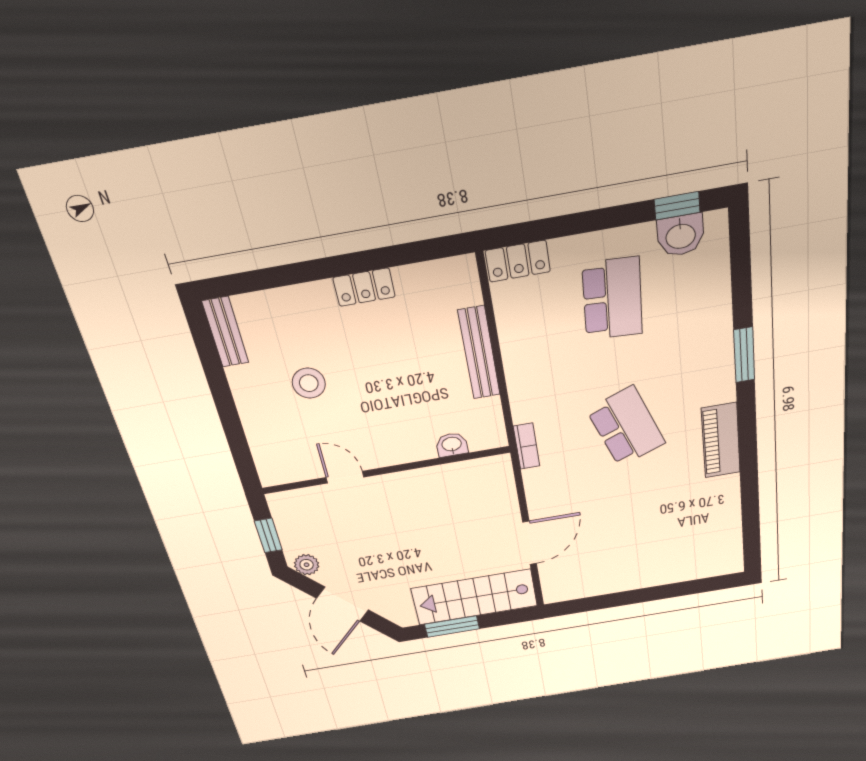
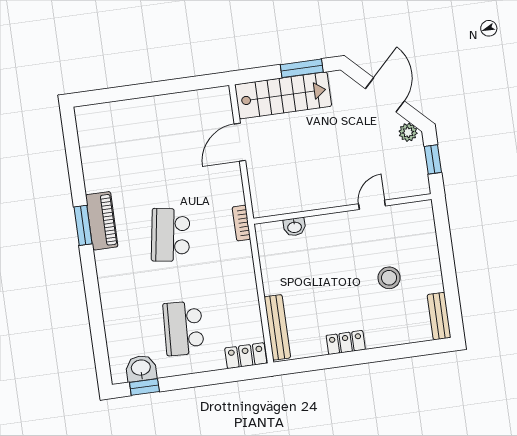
bench: (479, 353) -> (277, 327), moved
window: (744, 355) -> (83, 225), moved
school desk: (626, 427) -> (171, 235), turned 30
door: (345, 477) -> (372, 205), swing flipped

